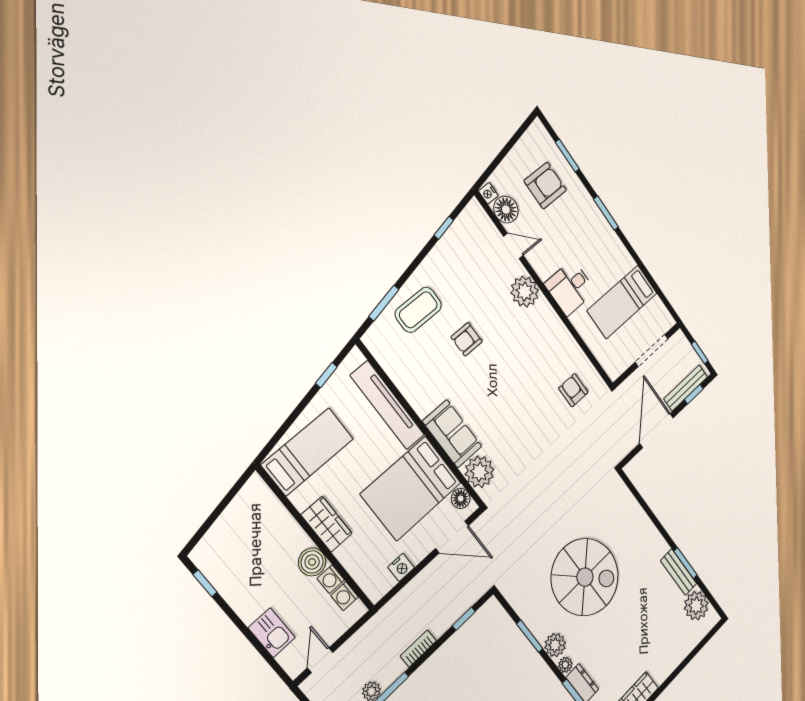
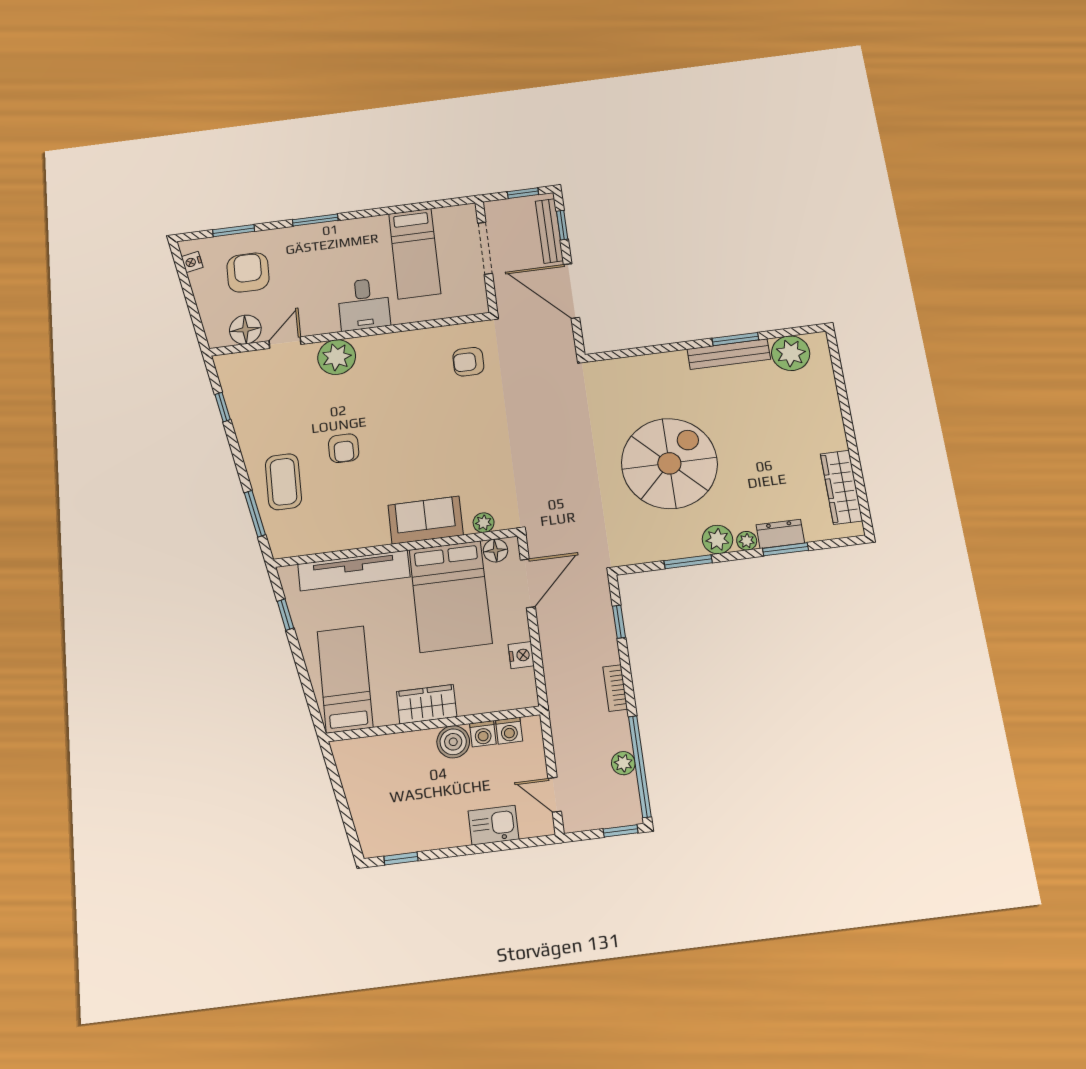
nightstand: (488, 193) -> (192, 262), moved, turned 78
plant: (479, 472) -> (484, 523), width x0.53, depth x0.53
bench: (679, 572) -> (729, 354), width x1.36

